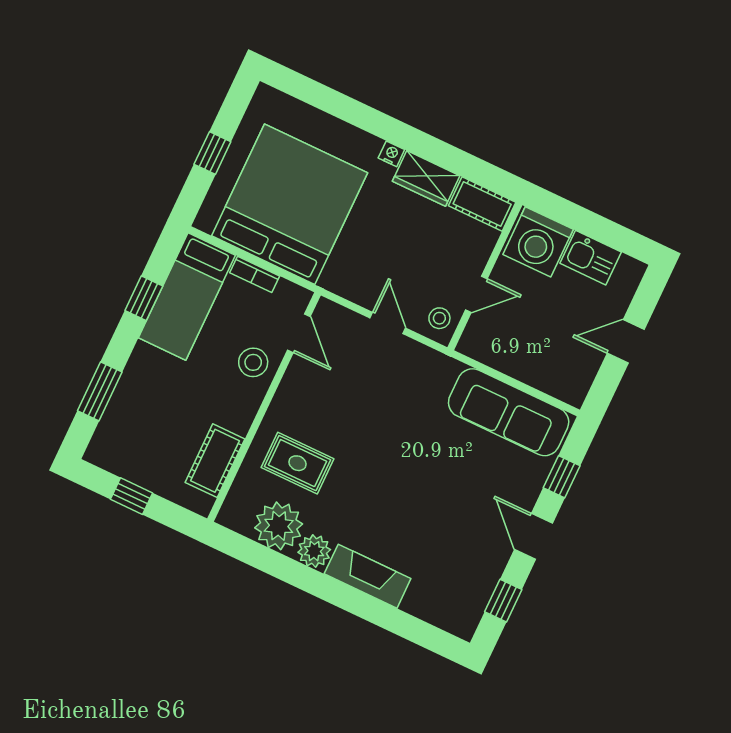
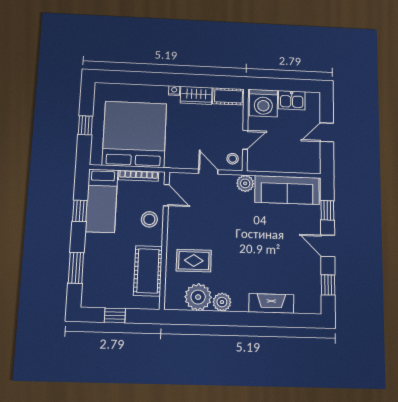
bookcase: (255, 274) -> (139, 176), width x1.56
plant: (442, 370) -> (245, 183), added
cot: (215, 461) -> (148, 271), width x1.37, depth x1.34
fireplace: (368, 576) -> (271, 303), moved

